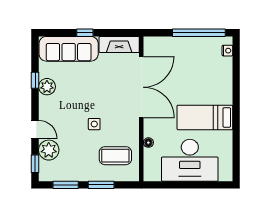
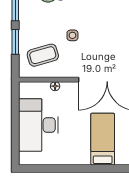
bed: (205, 117) -> (103, 139), moved
coffee table: (115, 156) -> (43, 55), turned 74

